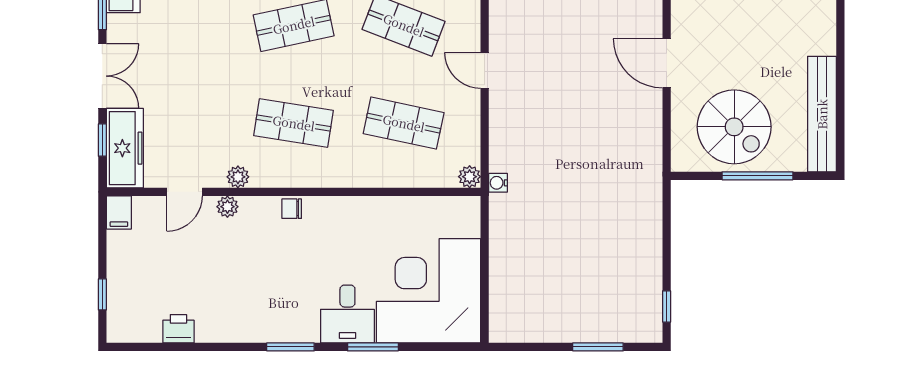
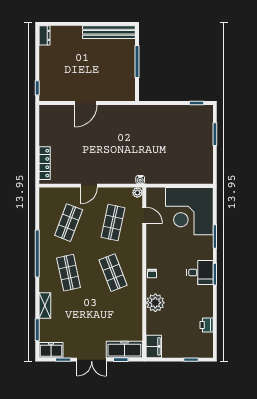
double door: (102, 76) -> (92, 360), swing flipped
shop shelf: (294, 123) -> (113, 273), turned -30
spiral stairs: (734, 127) -> (115, 72), removed
plant: (238, 177) -> (137, 298), removed
door: (185, 192) -> (144, 215), moved
plant: (227, 207) -> (155, 303), width x1.88, depth x1.88
filing cabinet: (119, 213) -> (154, 346), width x2.00
desk: (347, 314) -> (200, 273), moved

